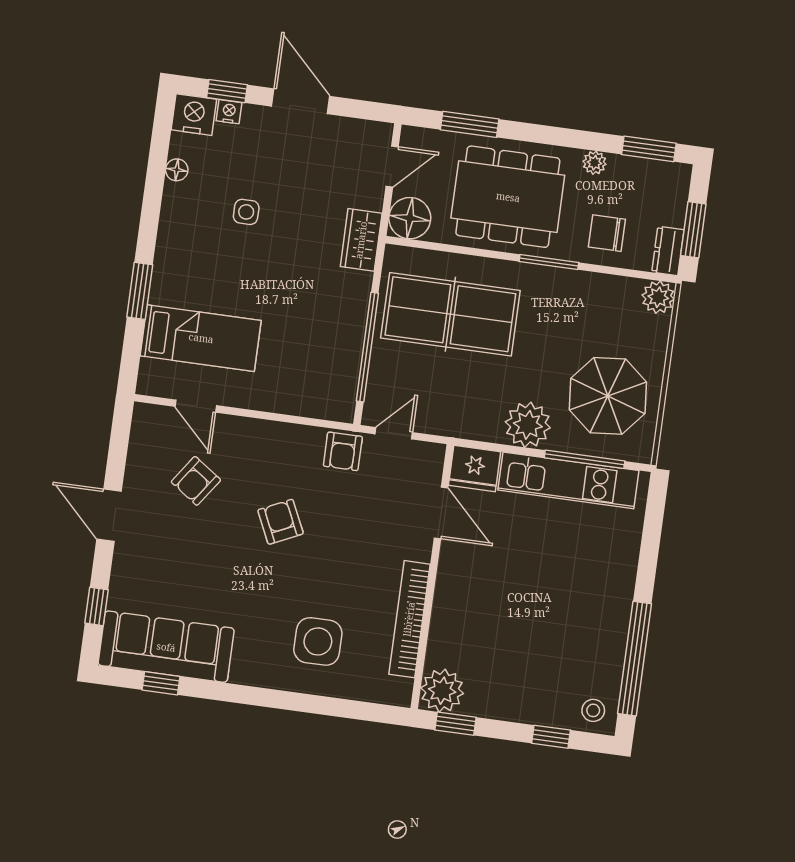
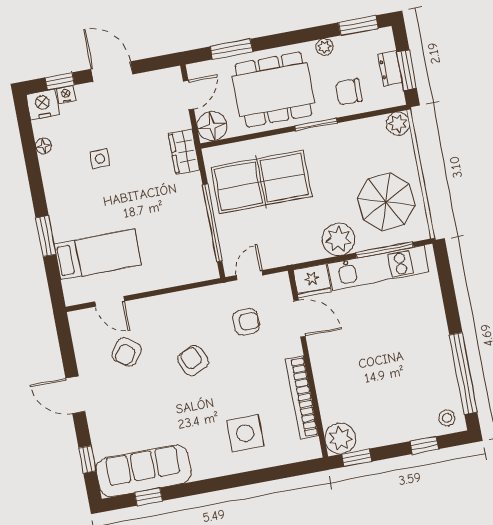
dresser: (668, 251) -> (390, 68), moved
armchair: (343, 451) -> (246, 322), moved, turned -90

